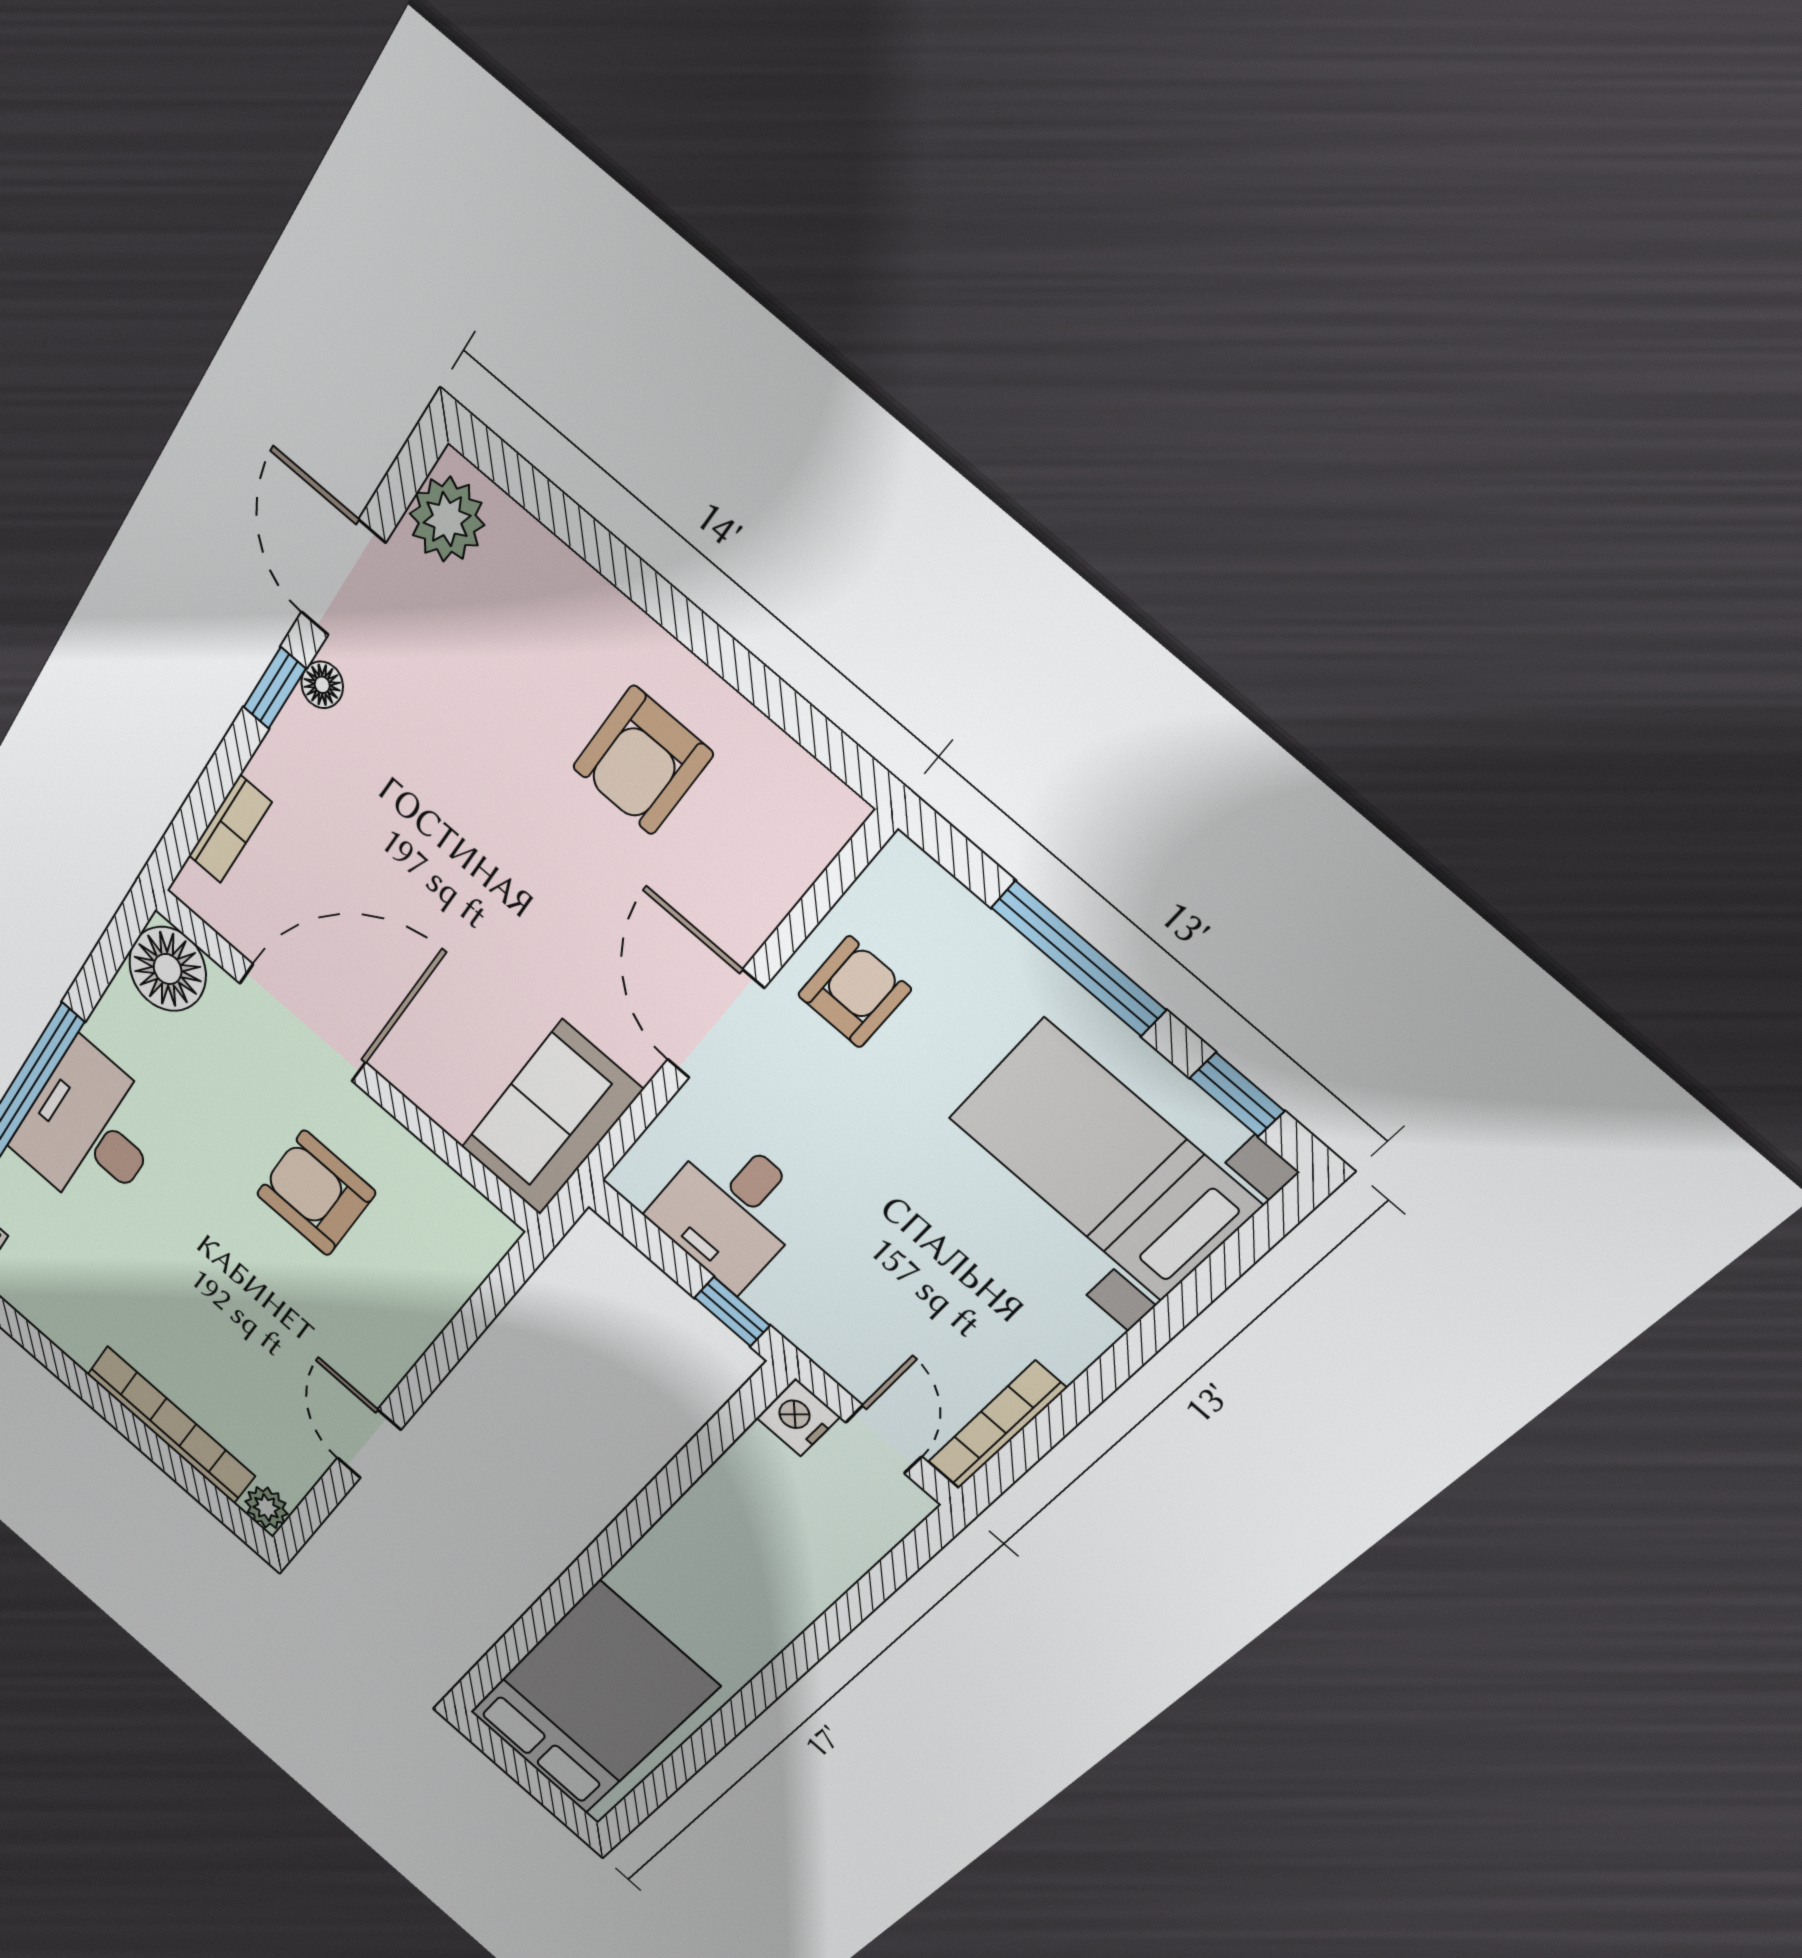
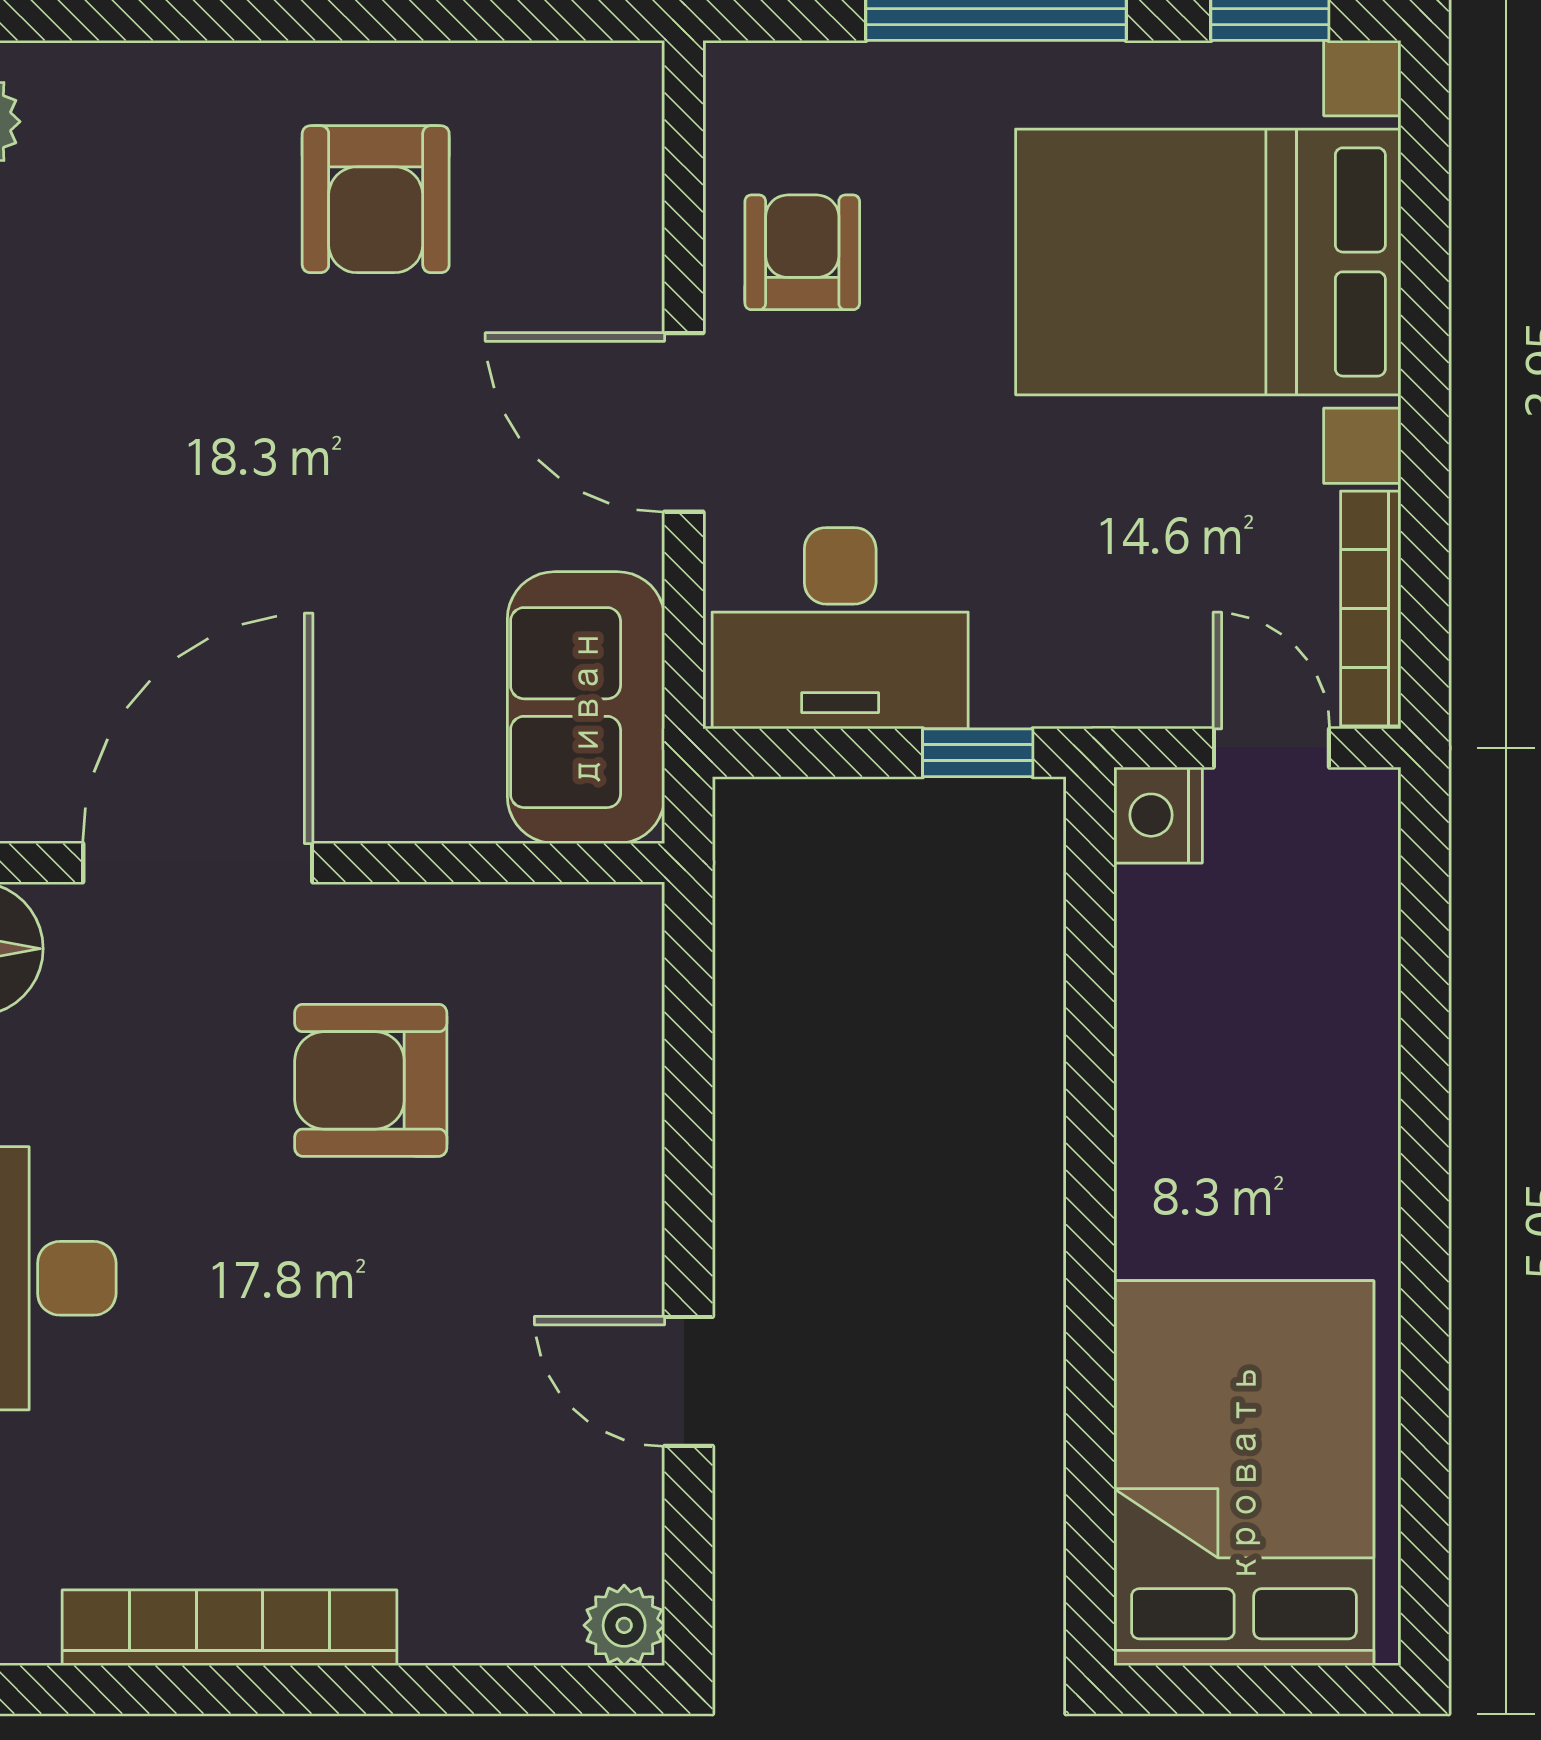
bed with nightstands: (1104, 1161) -> (1208, 262), width x1.36
desk: (730, 1210) -> (840, 628), width x1.37
bookcase: (171, 1425) -> (230, 1628), moved

